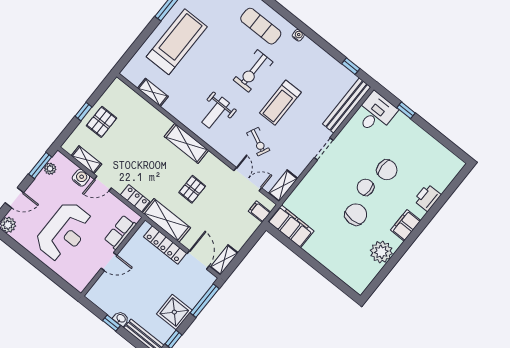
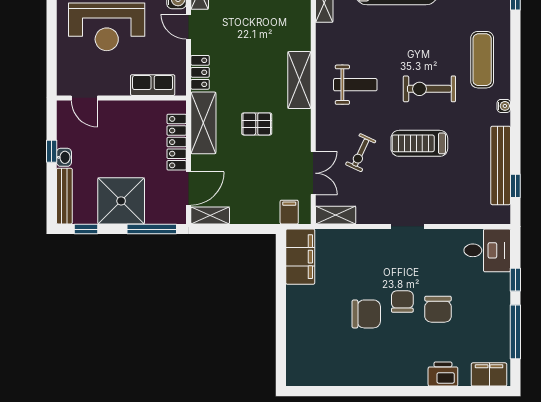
bench: (347, 106) -> (501, 165), moved, turned 90
weight bench: (216, 113) -> (355, 85), turned 180
window: (437, 135) -> (515, 332), added
filing cabinet: (406, 225) -> (489, 374), moved
plant: (381, 252) -> (349, 371), removed
door: (109, 262) -> (84, 98), moved
shower: (174, 312) -> (121, 201), width x1.37, depth x1.37

